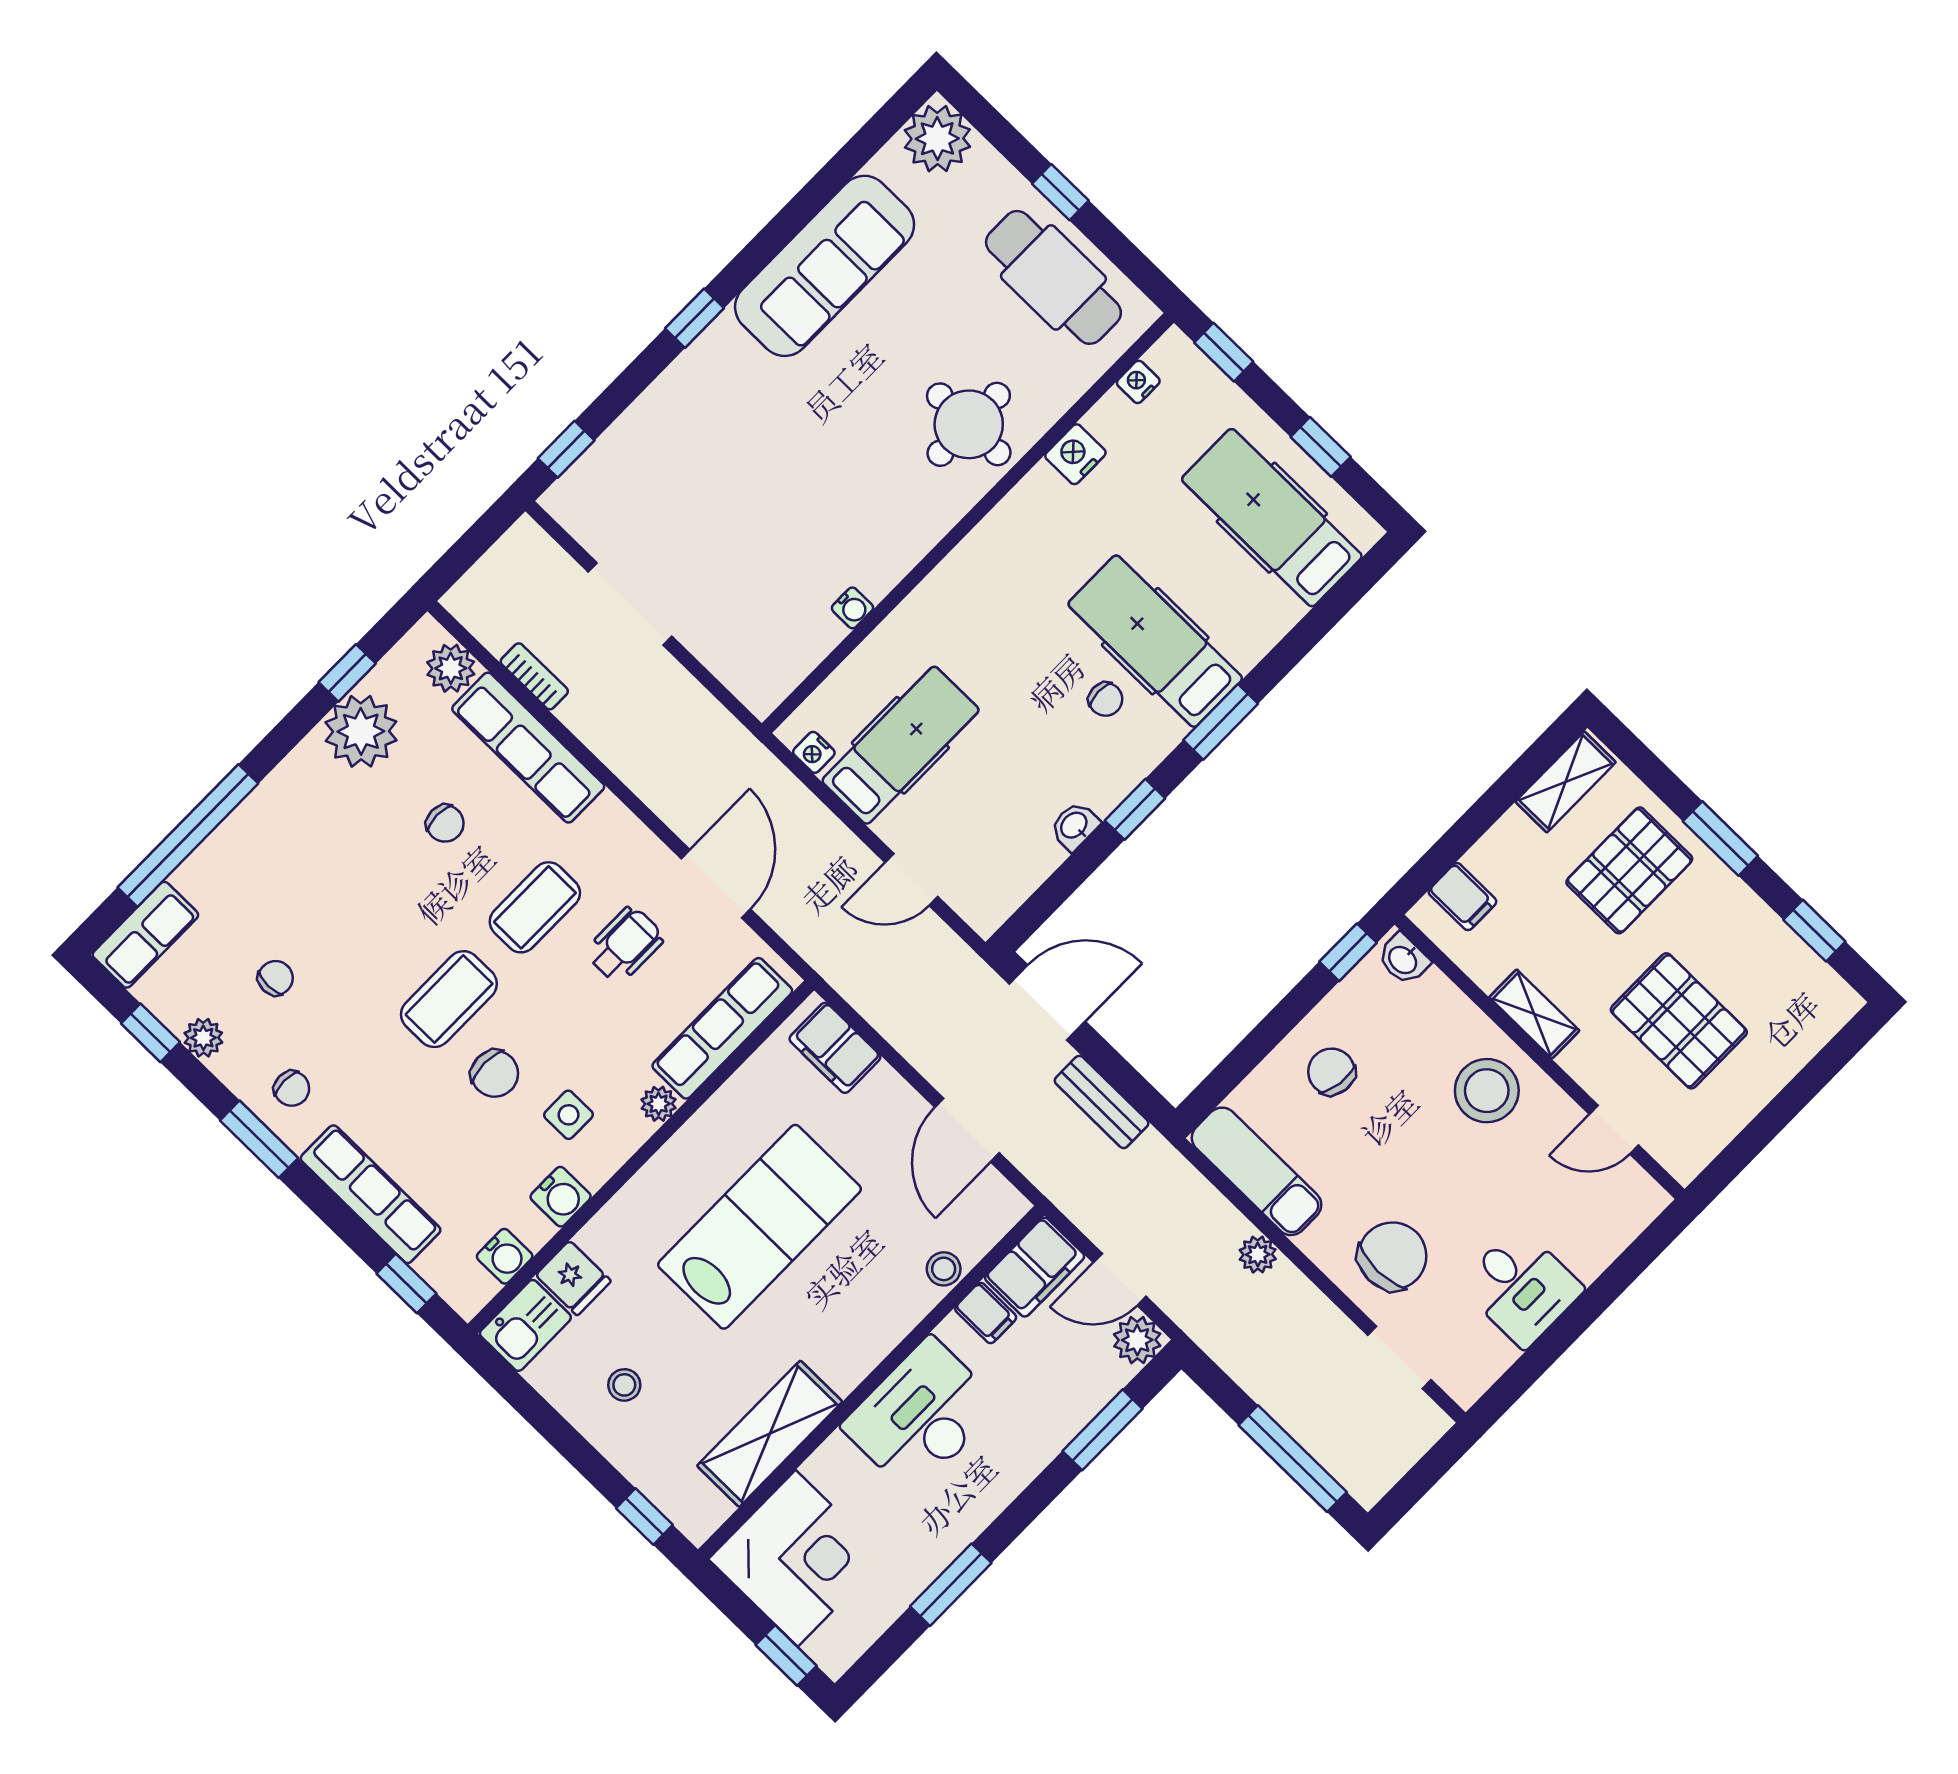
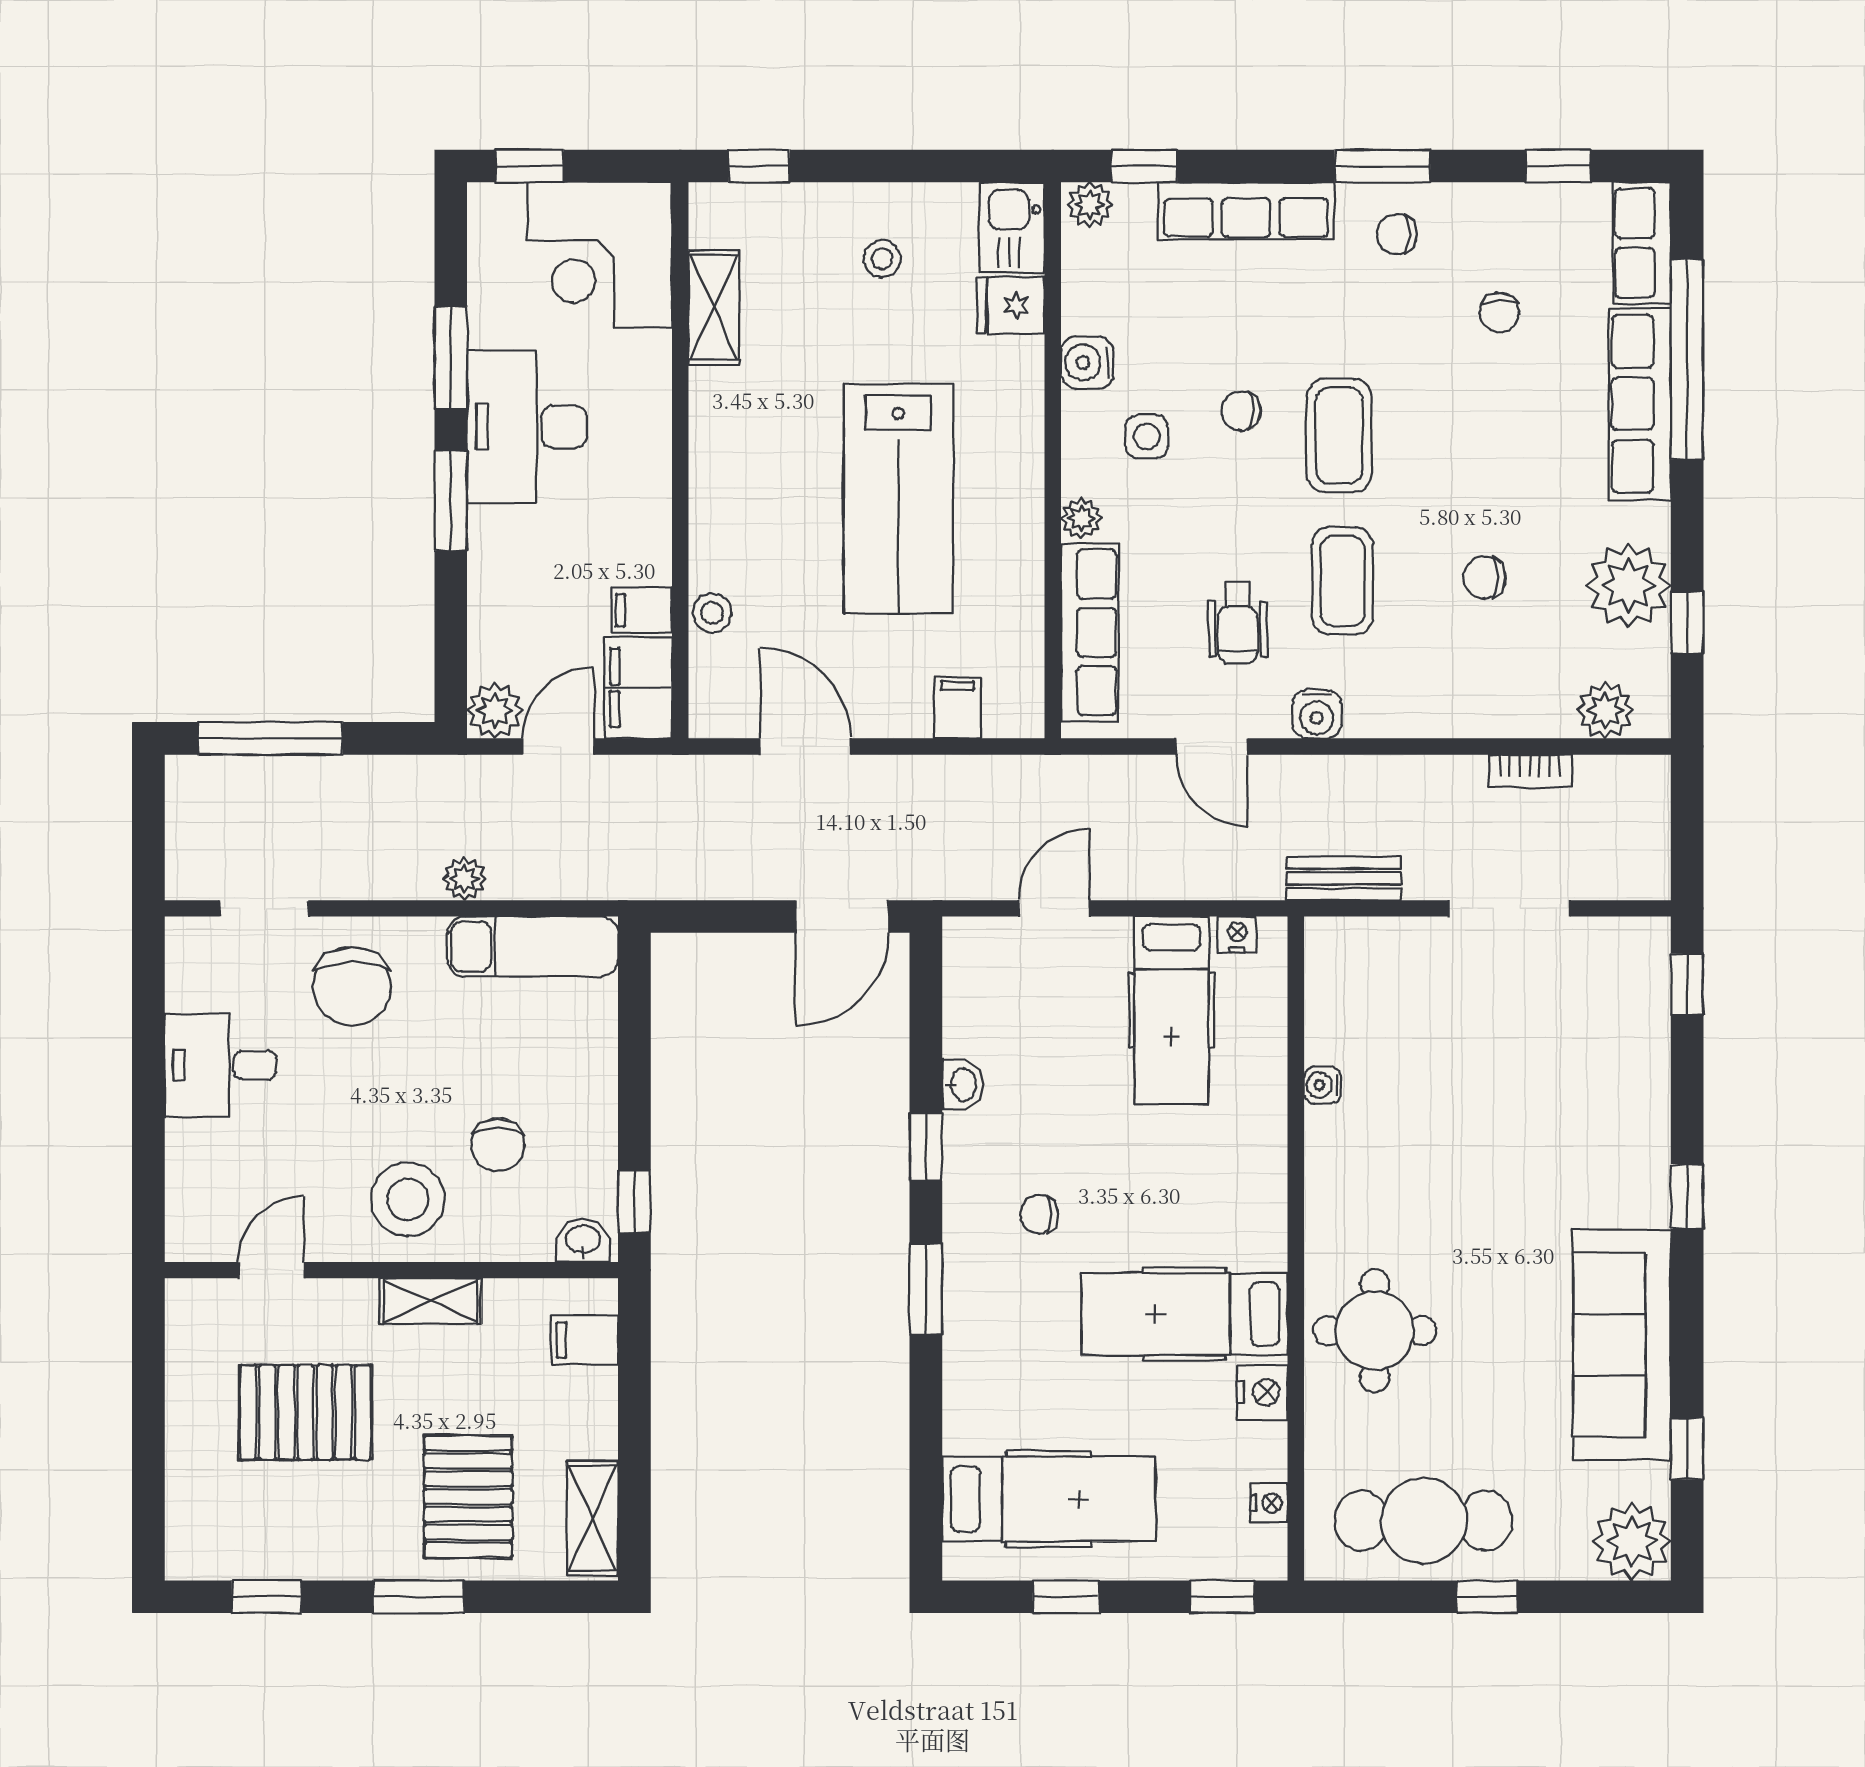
window: (847, 162) -> (1687, 1449), added
hospital bed: (1155, 641) -> (1184, 1314), moved, turned 180
row of seats: (528, 748) -> (1640, 404), moved, turned -90
door: (716, 884) -> (1212, 746), width x0.73
plant: (203, 1038) -> (1090, 205), moved
filing cabinet: (835, 1048) -> (958, 707), width x0.50
chair: (1331, 1072) -> (498, 1145), moved, turned 82
chair: (495, 1074) -> (1241, 411), width x0.73, depth x0.73
bench: (1102, 1102) -> (1344, 878), moved
water cooler: (505, 1256) -> (1317, 714), moved, turned -90
desk: (921, 1416) -> (527, 427), moved, turned 180
window: (1102, 1430) -> (451, 501), moved
shelving: (770, 1434) -> (714, 307), width x0.67, depth x0.75

